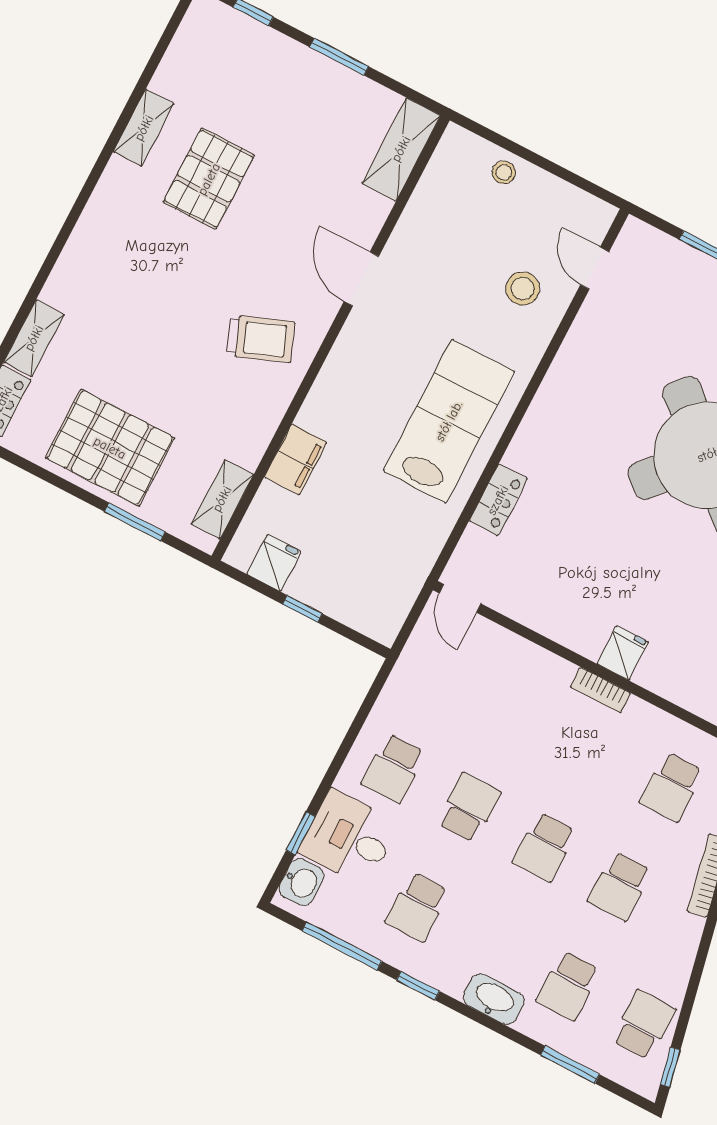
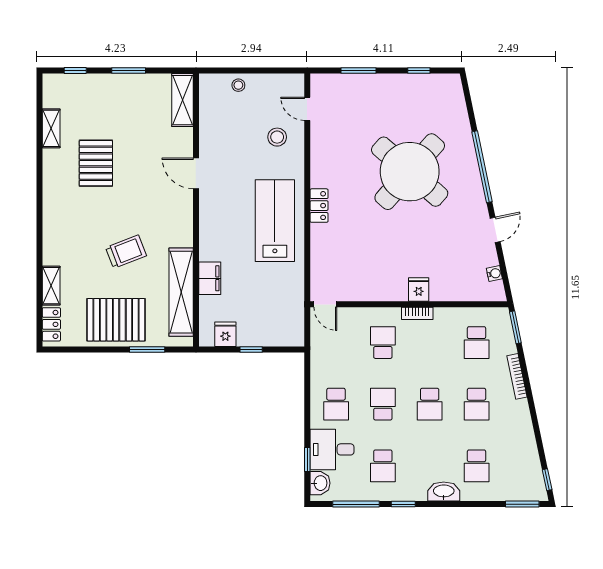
shelving: (144, 128) -> (51, 128), moved
trolley: (261, 339) -> (126, 252), moved
shelving: (222, 499) -> (181, 292), width x2.20, depth x1.33
locker: (498, 500) -> (319, 206), moved
school desk: (644, 1025) -> (383, 343), moved
window: (570, 1065) -> (522, 504), moved

